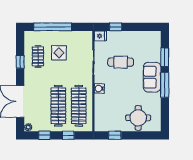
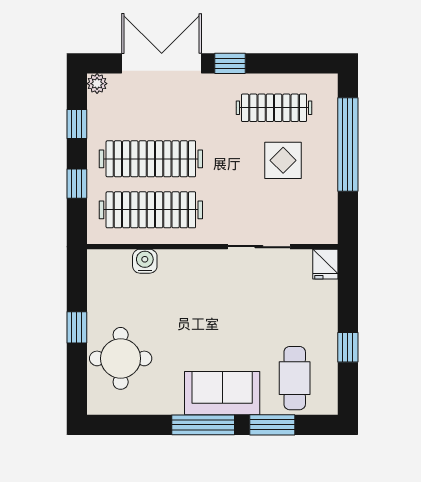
window: (116, 27) -> (348, 347), moved
clothes rail: (38, 56) -> (274, 108), width x1.36
window: (20, 62) -> (230, 63), moved
cafe table: (121, 62) -> (295, 378), moved
water cooler: (99, 88) -> (145, 261), moved
window: (115, 135) -> (77, 327), moved

